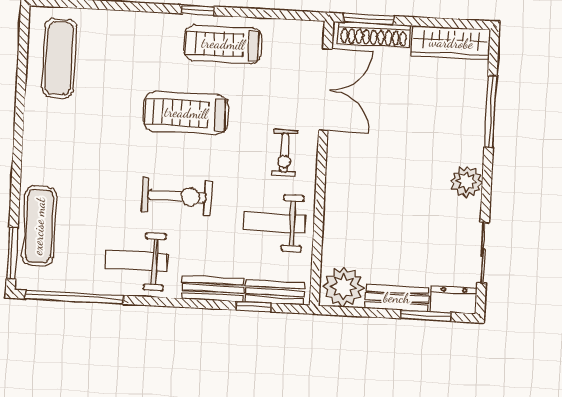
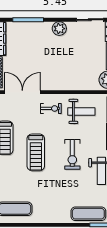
exercise bike: (177, 196) -> (72, 154), turned 180
weight bench: (274, 222) -> (81, 111), turned -90

